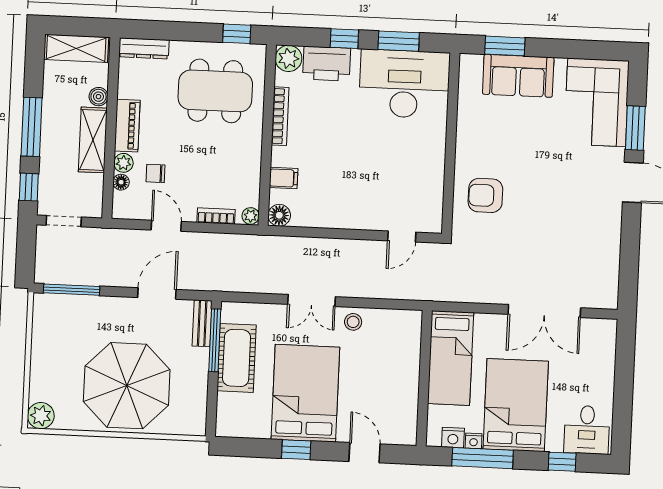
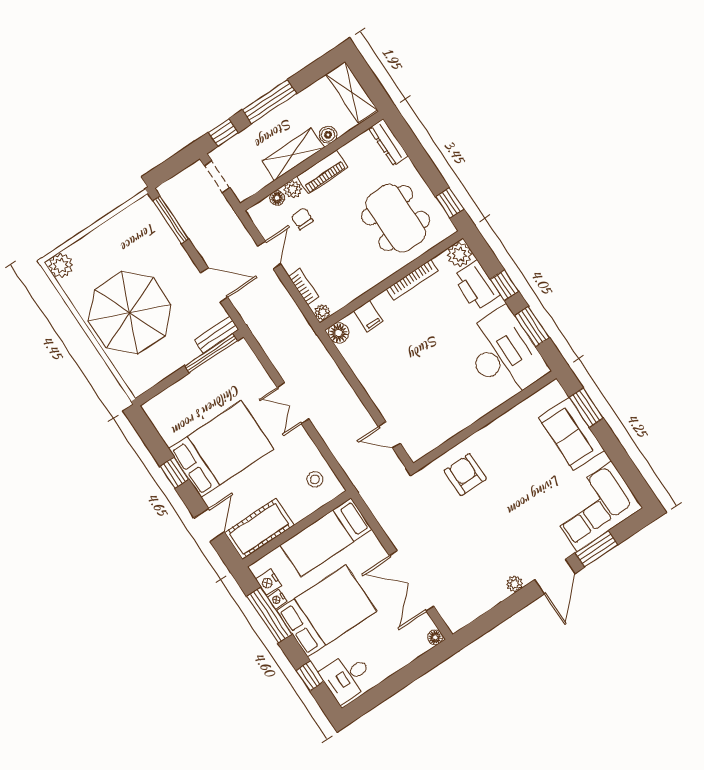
plant: (613, 223) -> (514, 584), added
stool: (353, 322) -> (315, 479), moved
floor lamp: (609, 327) -> (435, 637), added
cot: (237, 358) -> (259, 529), moved

